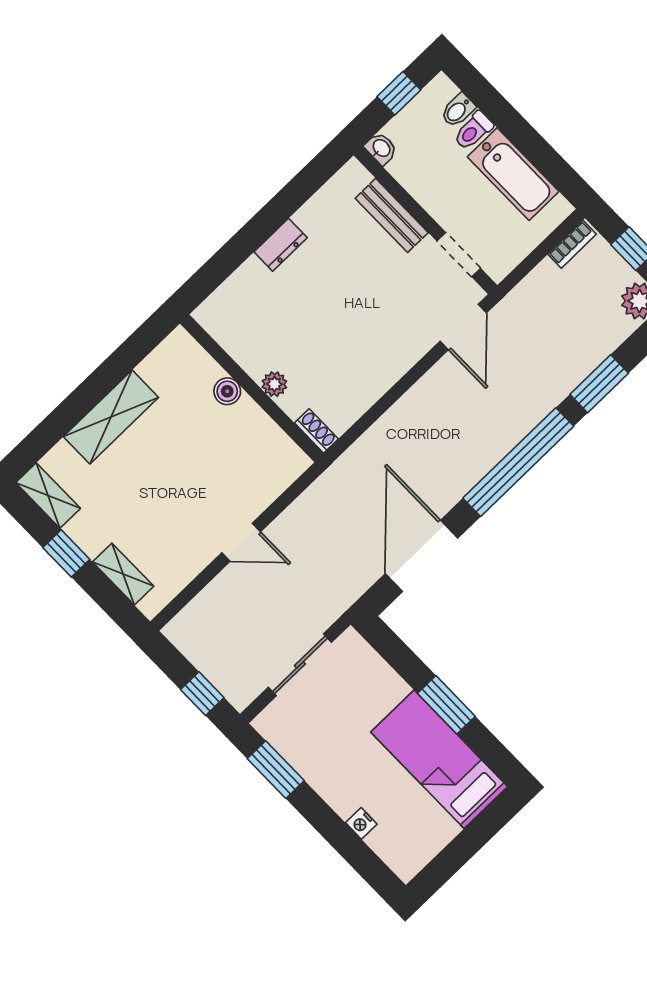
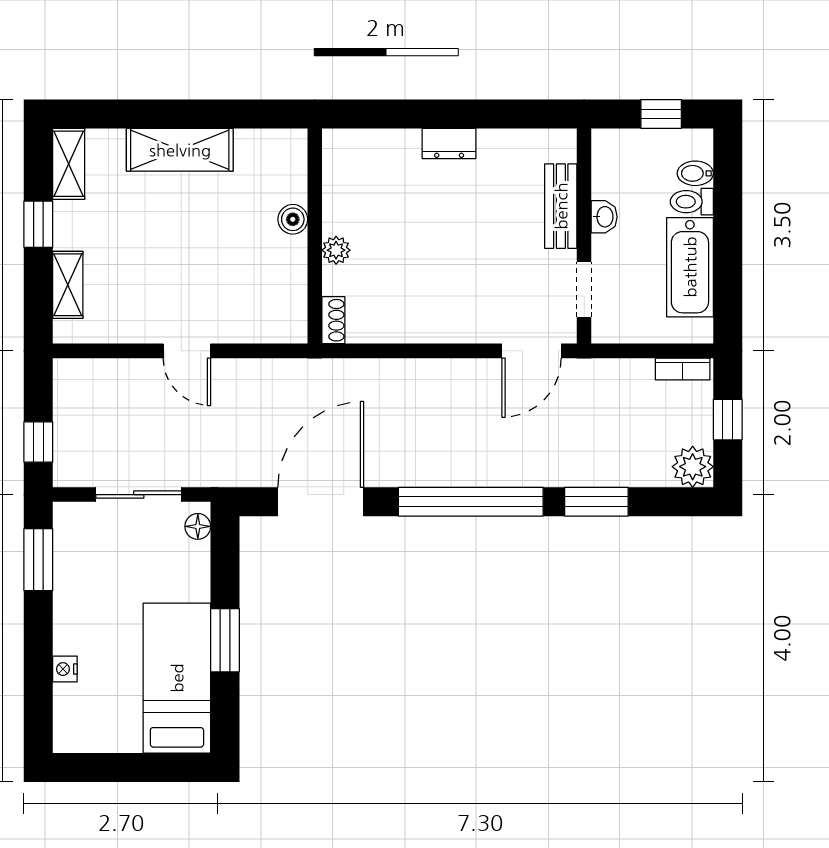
washbasin: (381, 148) -> (604, 217), moved
floor lamp: (358, 649) -> (198, 526), added

